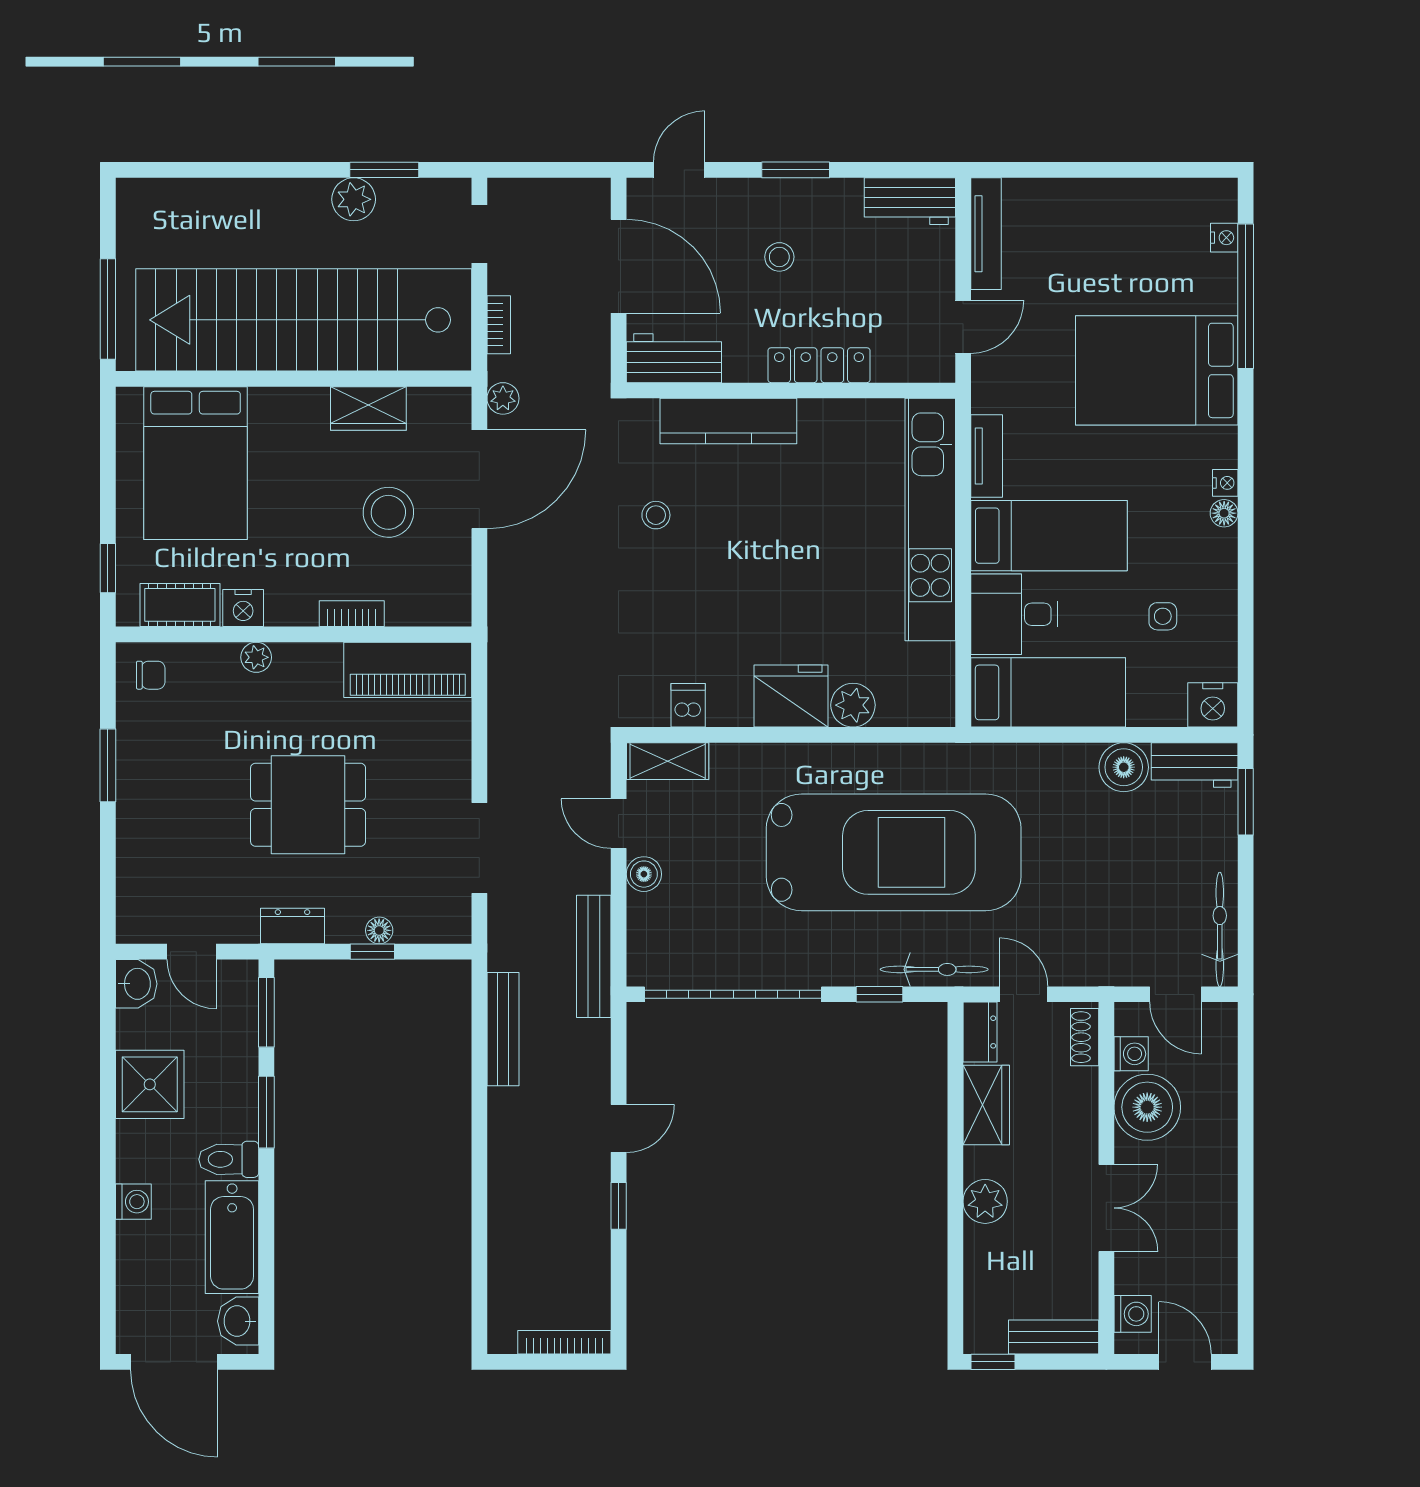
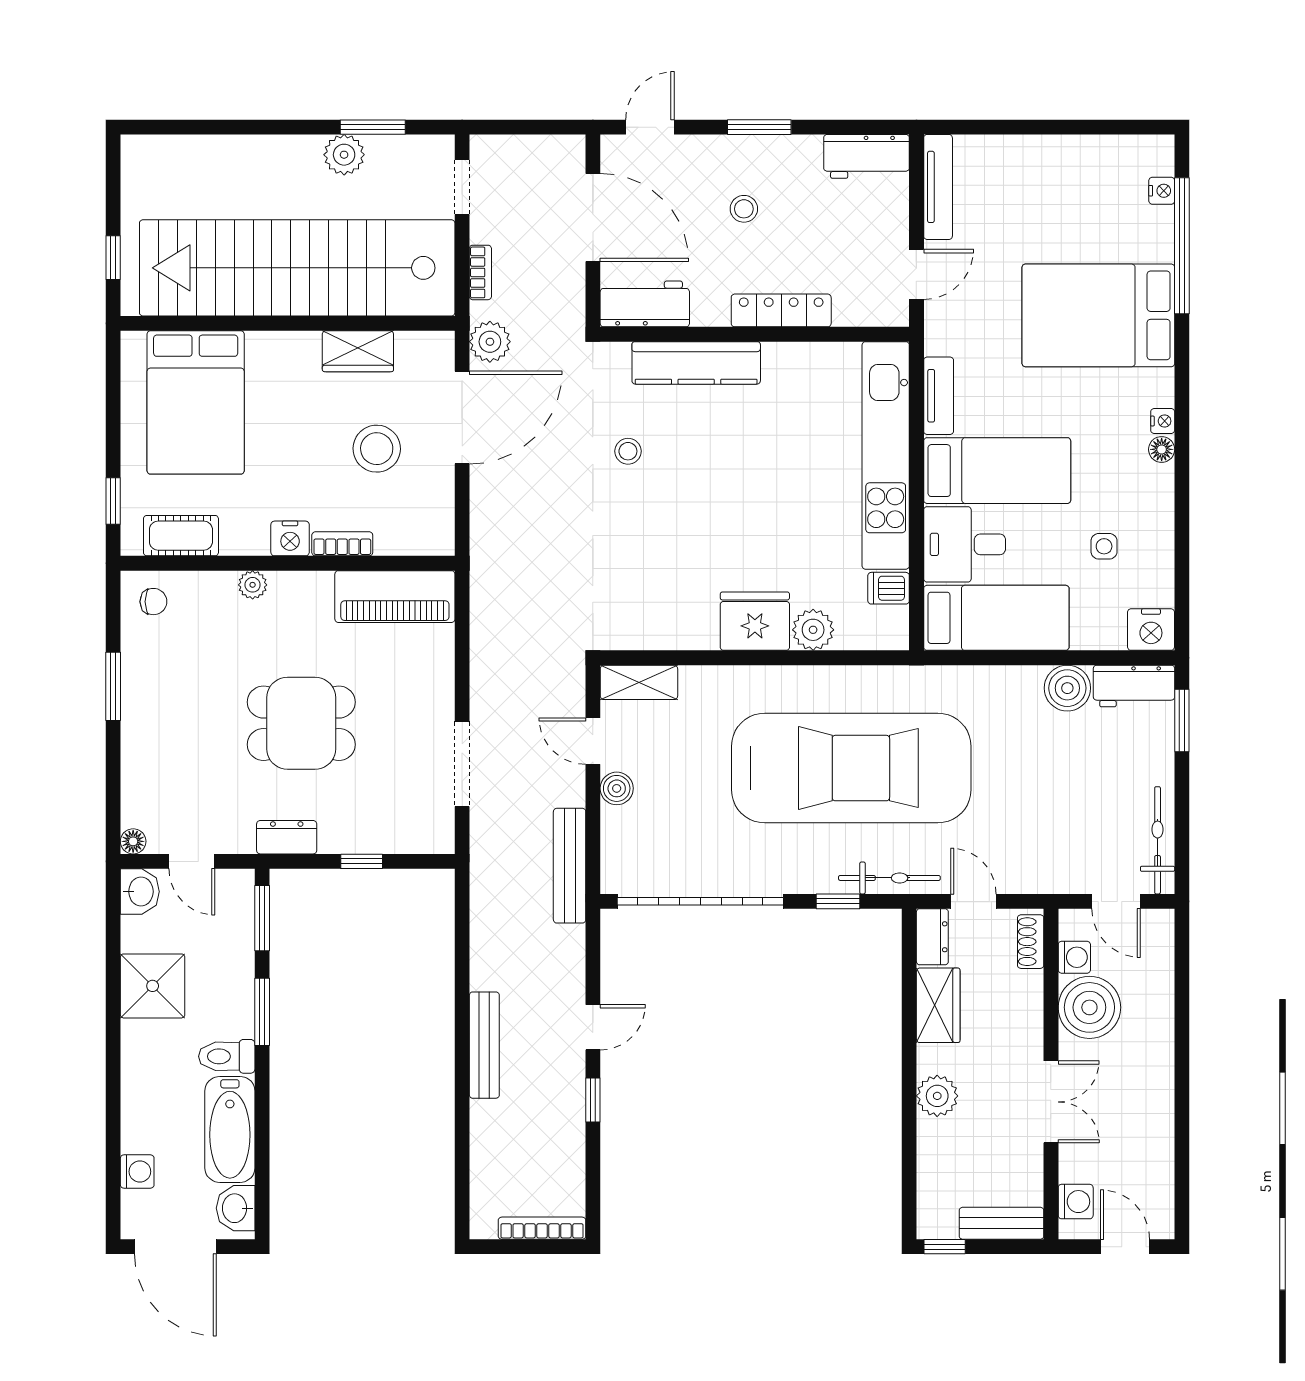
window: (108, 309) -> (113, 258), width x0.46
plant: (503, 398) -> (490, 342), width x1.38, depth x1.38
nightstand: (243, 608) -> (290, 538), moved
dishwasher: (688, 705) -> (889, 588), moved, turned -90
floor lamp: (379, 930) -> (133, 841), moved
bench: (503, 1029) -> (484, 1045), moved
washing machine: (133, 1202) -> (137, 1172), moved

